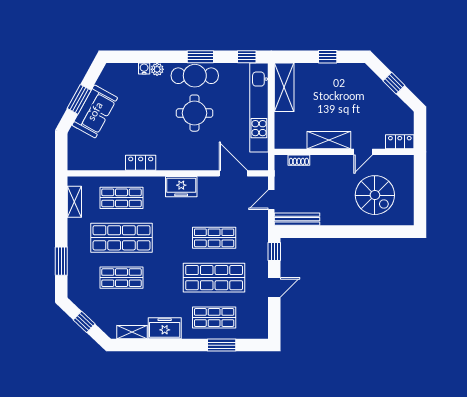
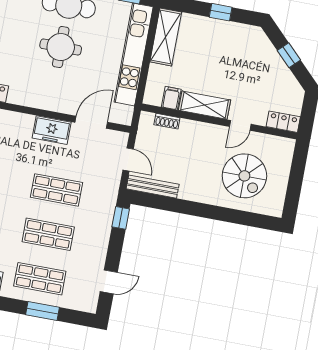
filing cabinet: (299, 139) -> (171, 98), added
door: (233, 173) -> (91, 122), hinge flipped
freezer: (181, 187) -> (52, 130), moved
door: (271, 200) -> (128, 159), swing flipped
shop shelf: (214, 278) -> (48, 234), width x0.70, depth x0.74
door: (274, 287) -> (109, 282), moved

